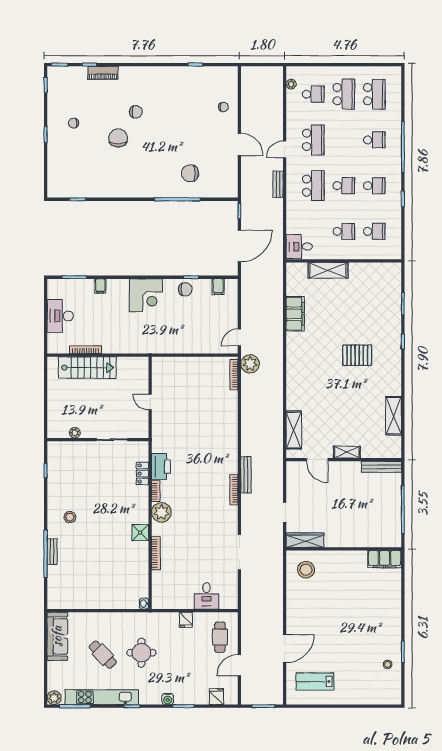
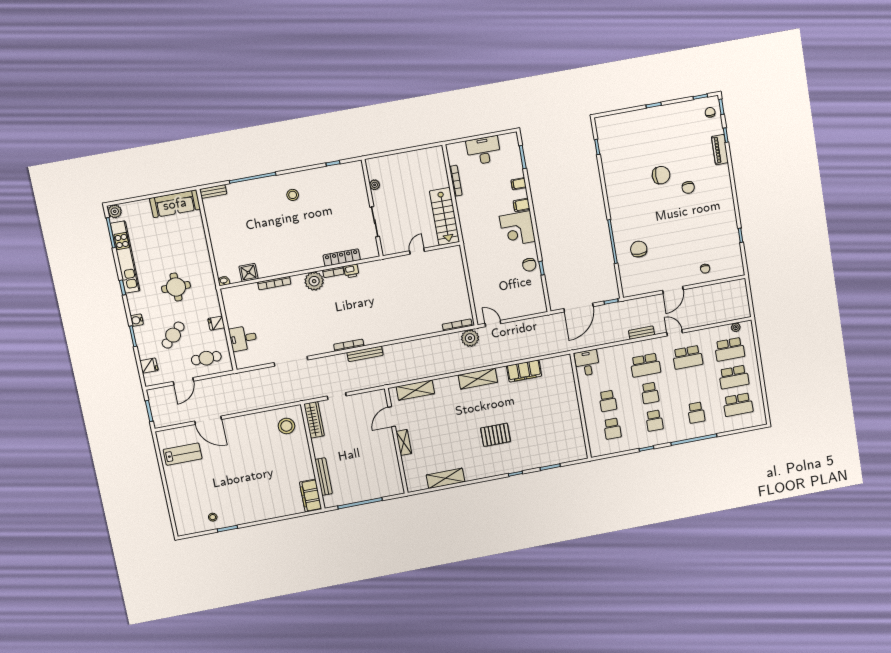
school desk: (313, 94) -> (730, 349), width x1.85
chair: (74, 123) -> (710, 112), moved
door: (239, 246) -> (578, 308), hinge flipped
shelving: (328, 270) -> (478, 379), moved, turned 90
filing cabinet: (218, 287) -> (522, 205), moved
pallet: (357, 355) -> (495, 435), turned 90
stairs: (87, 368) -> (445, 216), moved
printer: (161, 467) -> (351, 271), width x0.53, depth x0.68
bench: (381, 467) -> (324, 477), moved
locker: (142, 474) -> (342, 258), width x1.53
shower: (140, 533) -> (248, 272), moved
bench: (52, 552) -> (213, 192), moved
cafe table: (103, 655) -> (173, 335), moved
door: (239, 665) -> (183, 381), swing flipped
lab bench: (315, 682) -> (183, 454), turned 90

